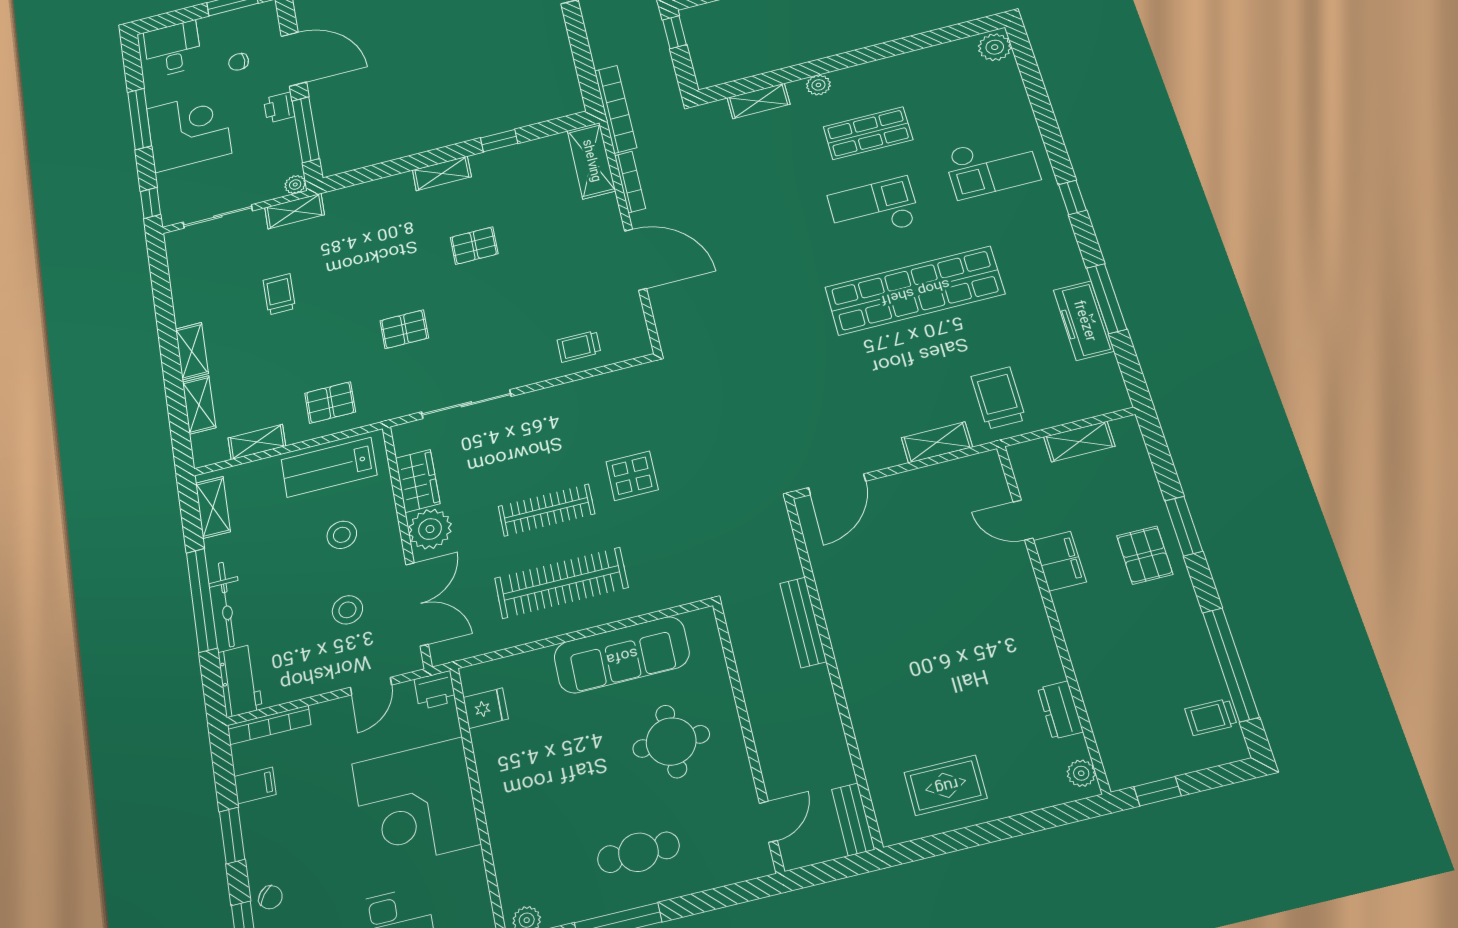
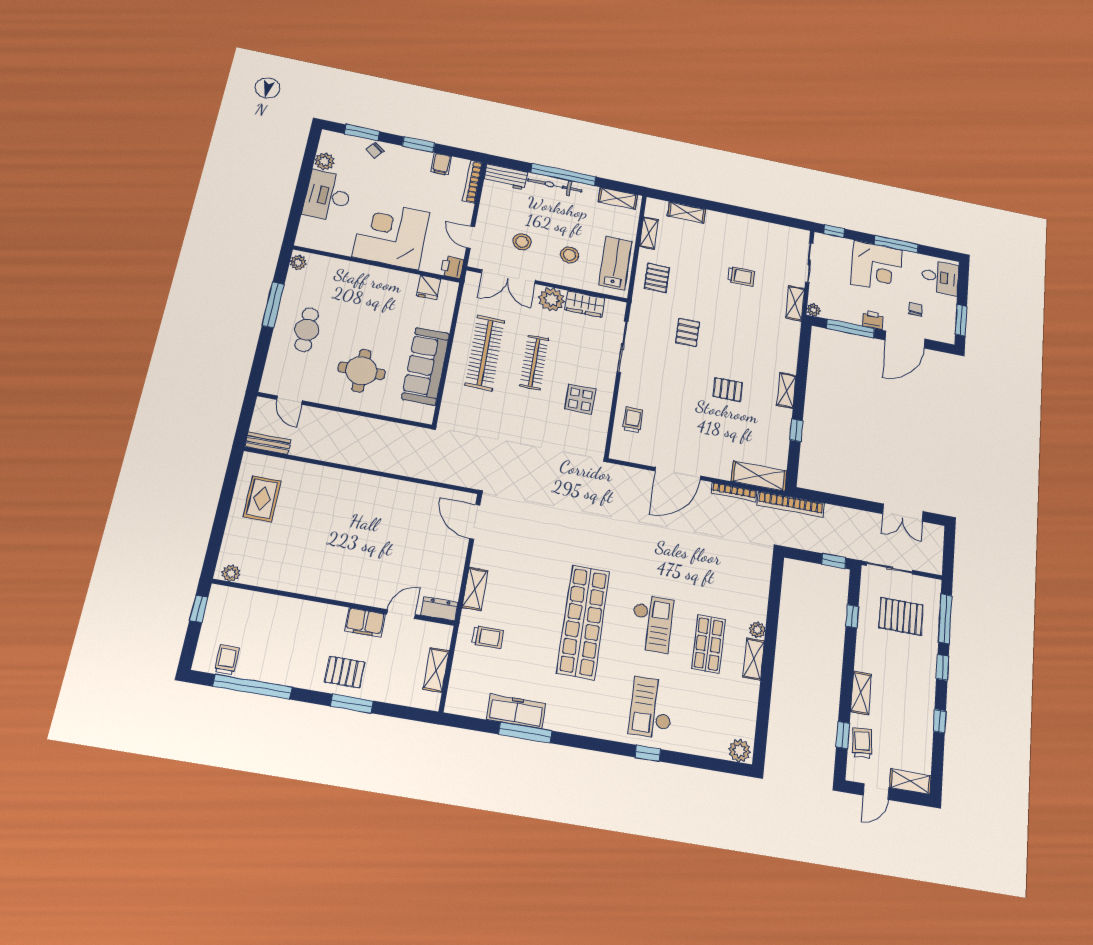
shelving: (759, 101) -> (754, 659), moved
window: (1072, 197) -> (648, 753), moved
pallet: (474, 246) -> (728, 390), turned 90
shelving: (192, 351) -> (724, 220), removed
trolley: (998, 398) -> (487, 637), width x0.73, depth x0.72
display table: (632, 476) -> (580, 399), moved
bench: (803, 622) -> (398, 467), removed
dresser: (1060, 710) -> (439, 609), moved

